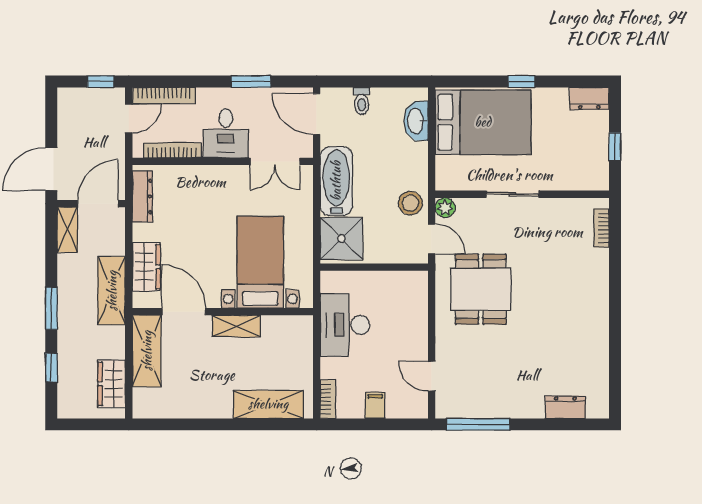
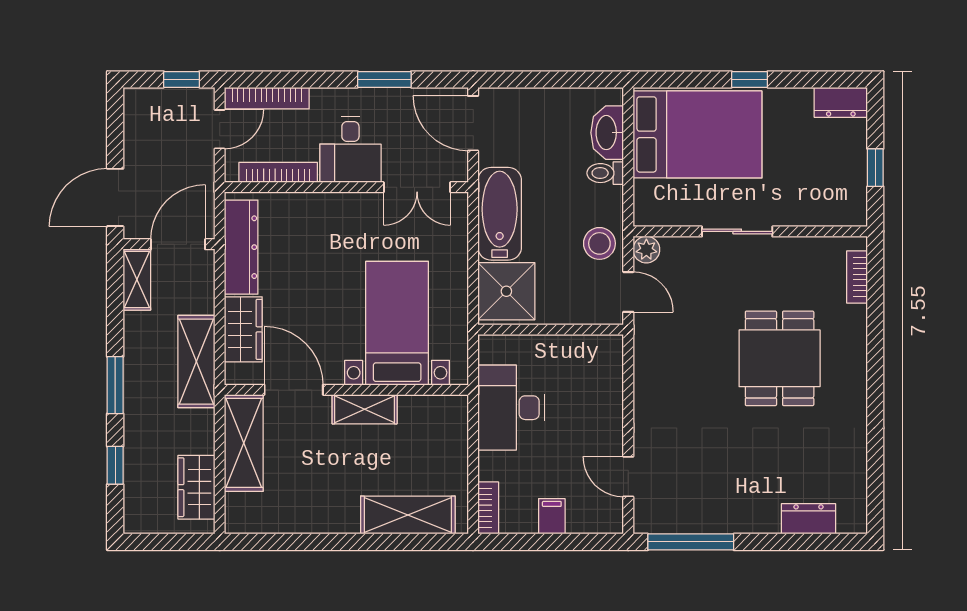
toilet: (362, 101) -> (605, 173), moved, turned 90
dresser: (142, 197) -> (241, 247), width x1.37, depth x1.24
dining table: (481, 289) -> (780, 358), moved

